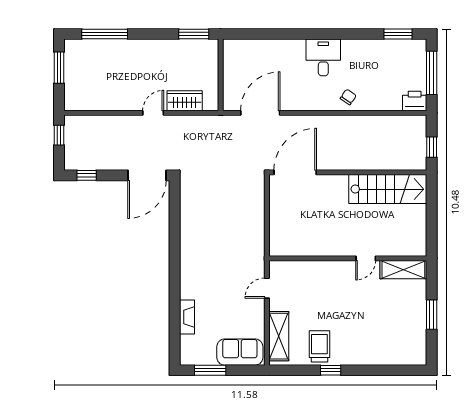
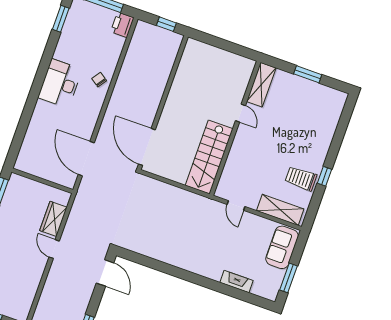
desk: (323, 57) -> (60, 83), width x1.37
door: (147, 175) -> (105, 273), width x0.73
stairs: (388, 189) -> (209, 157), moved, turned 180

